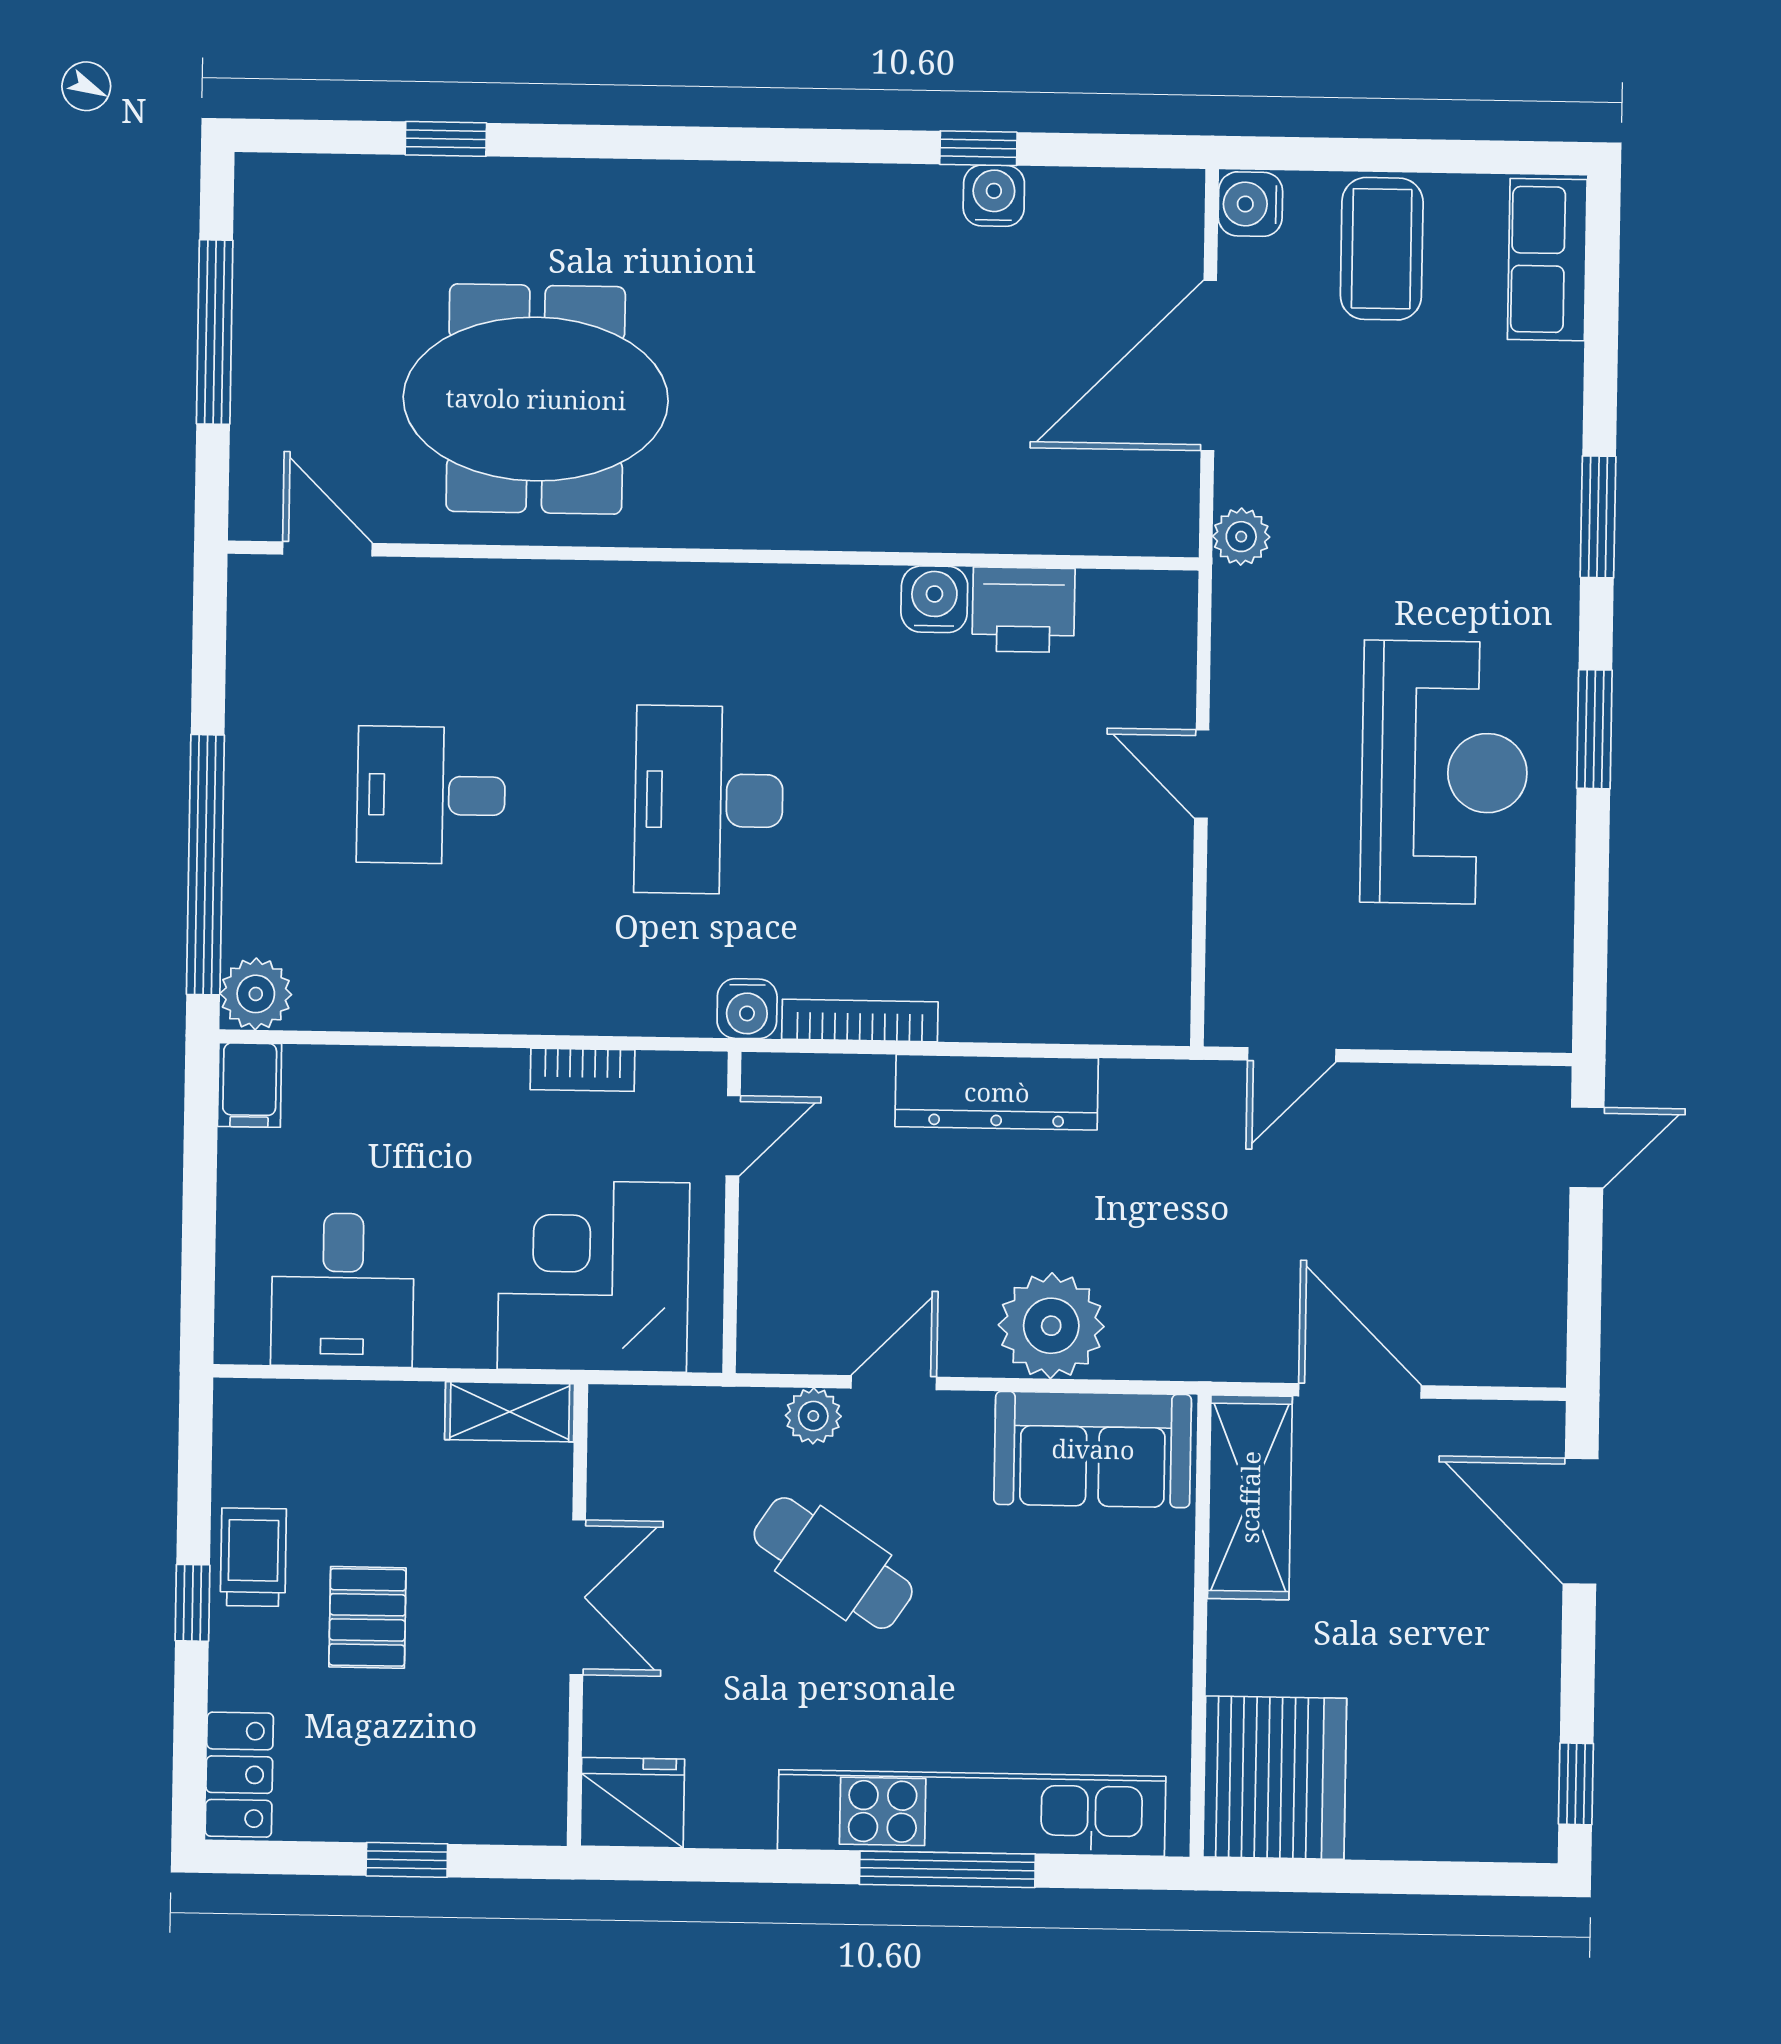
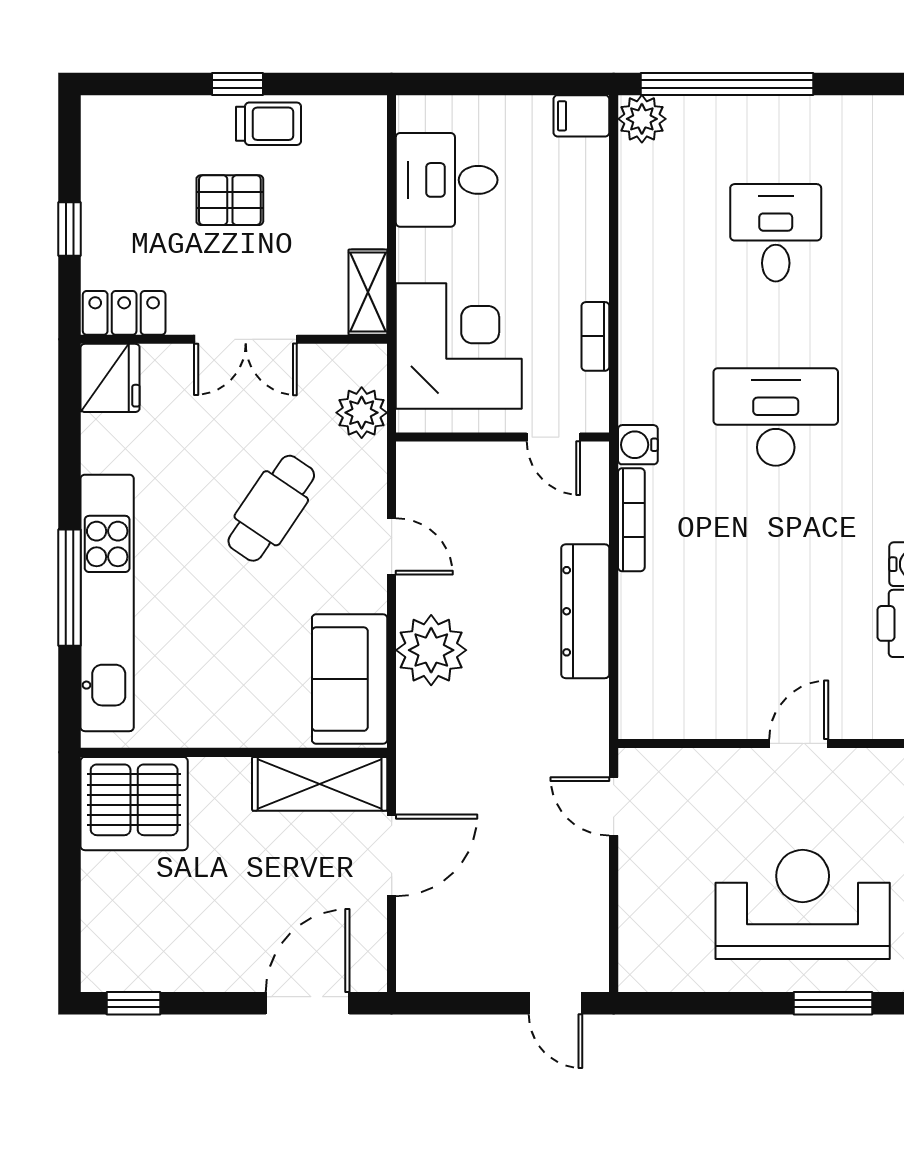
reception desk: (1444, 772) -> (803, 904), turned 180
plant: (813, 1416) -> (362, 413), moved, width x1.38, depth x1.38
locker: (239, 1775) -> (124, 313), moved, turned 180

